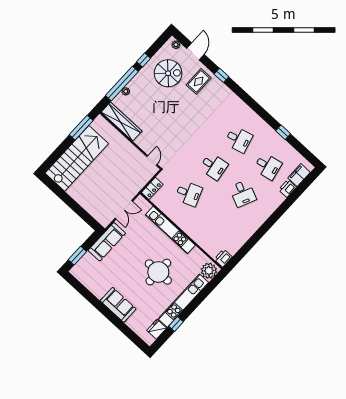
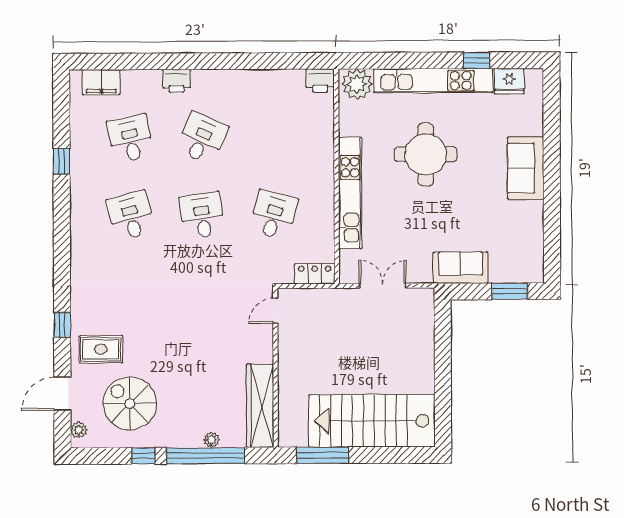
printer: (287, 188) -> (176, 81), moved
desk: (189, 193) -> (274, 215), turned 36
sofa: (107, 242) -> (461, 268), width x0.73

